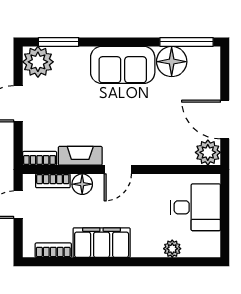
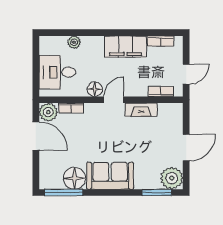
bookcase: (40, 158) -> (71, 108), moved
floor lamp: (82, 184) -> (95, 89), moved

